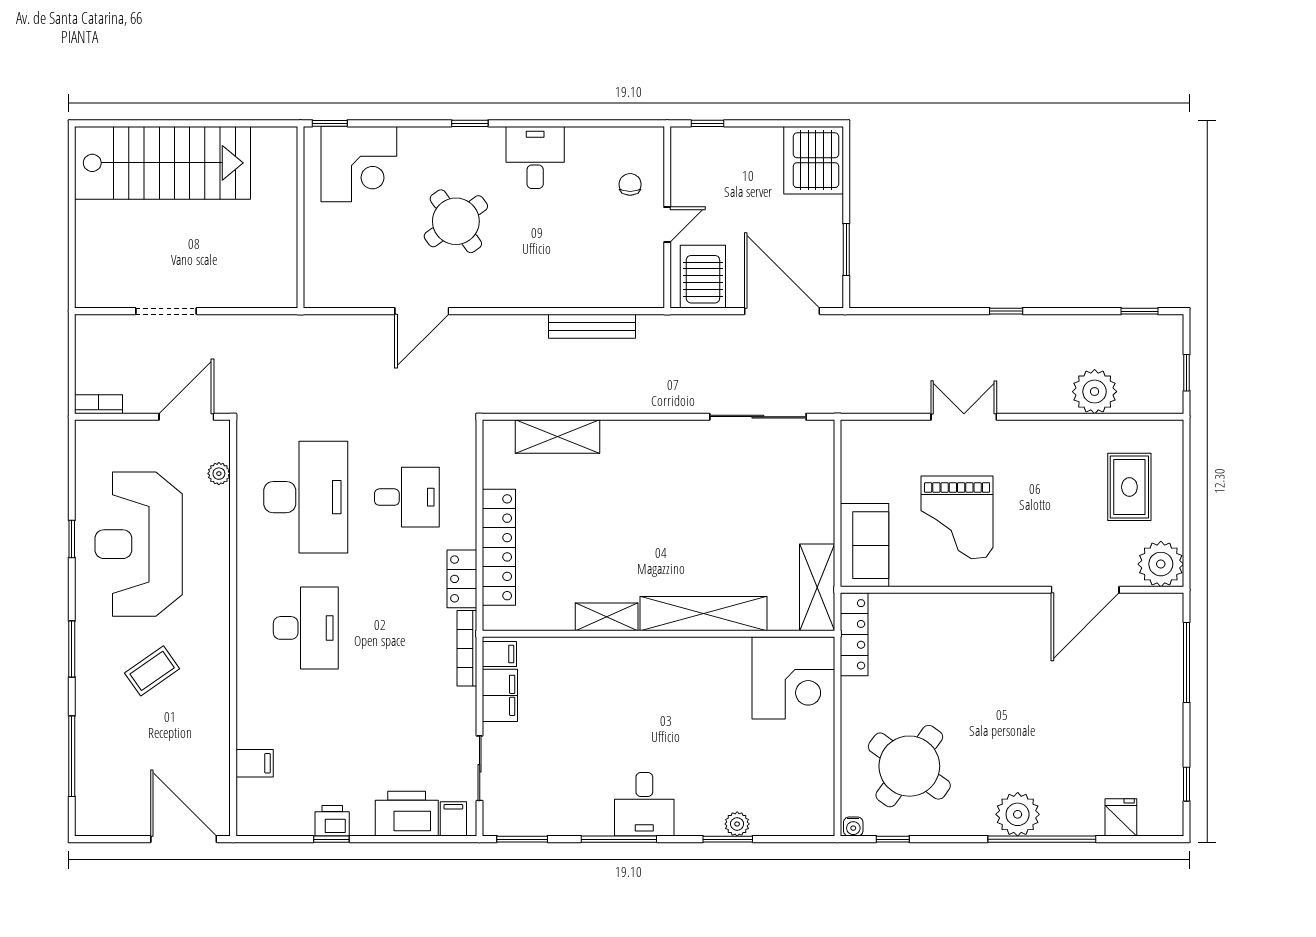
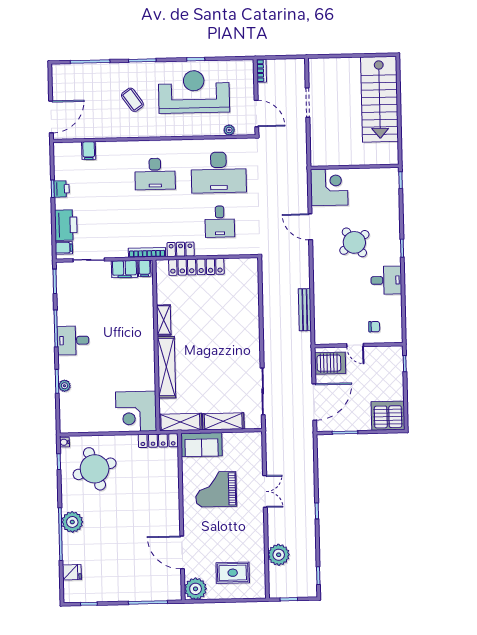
corner desk: (359, 164) -> (329, 187), moved, turned 180
shelving: (557, 437) -> (223, 421), moved, turned 90
round table: (909, 766) -> (95, 469), turned 36

